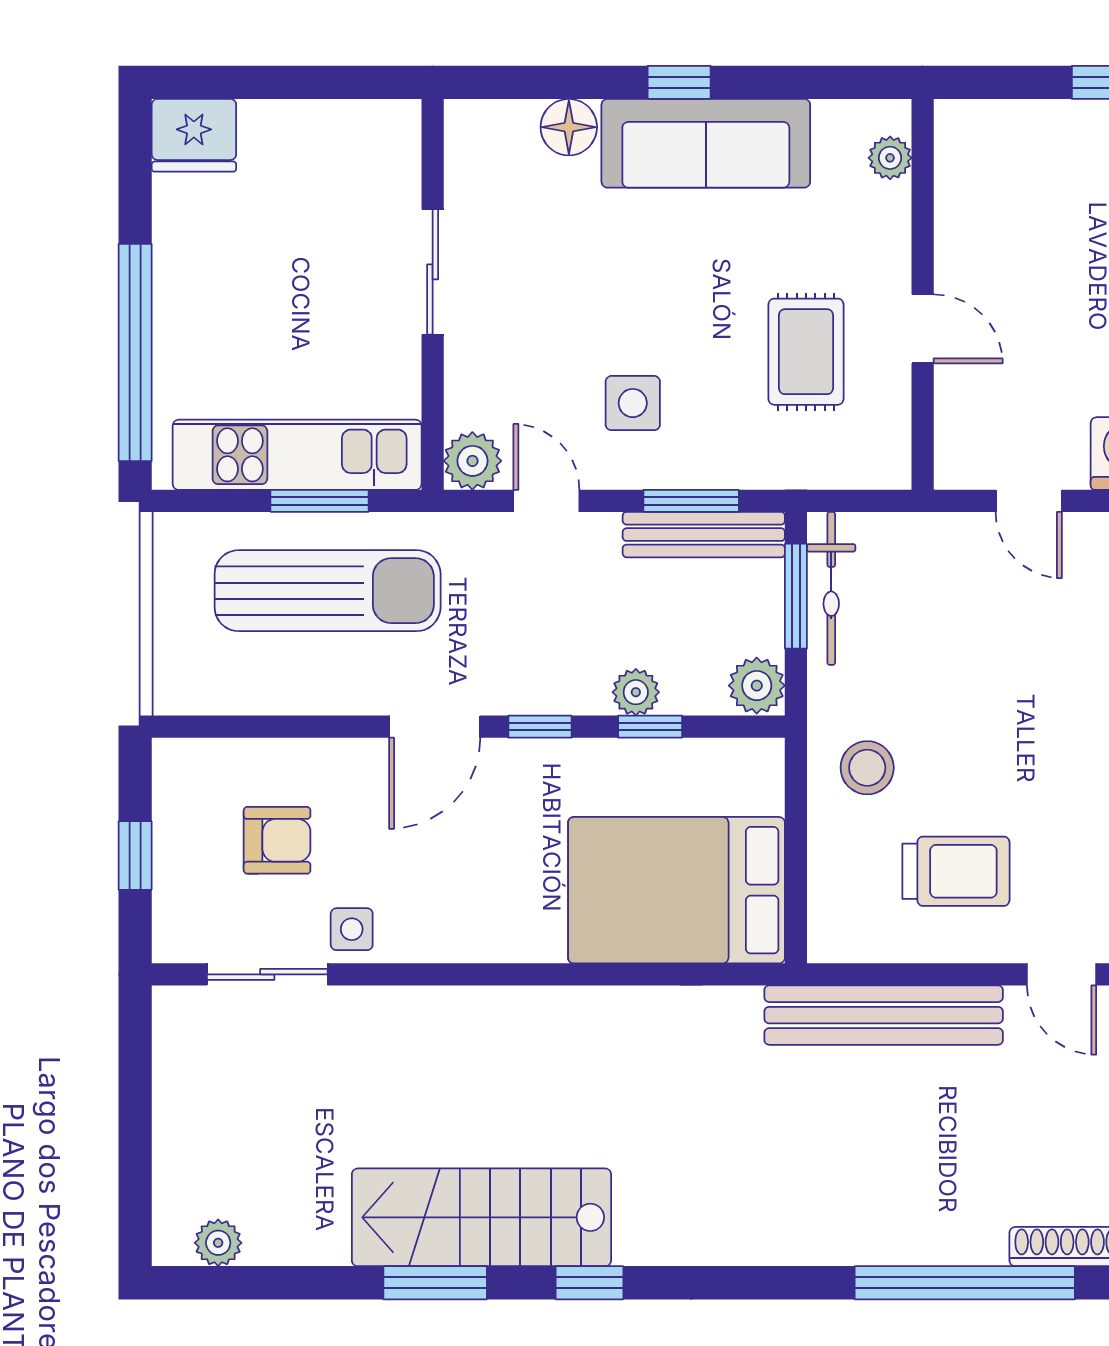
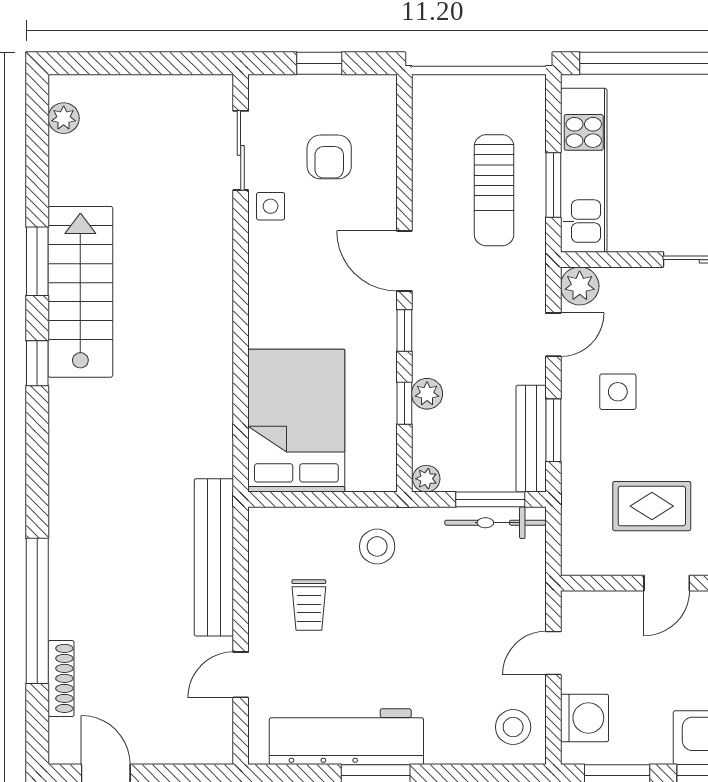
sun lounger: (328, 591) -> (494, 190), width x0.73, depth x0.75
plant: (757, 686) -> (426, 479), width x0.73, depth x0.73
trolley: (956, 871) -> (309, 605), width x0.73, depth x0.72

